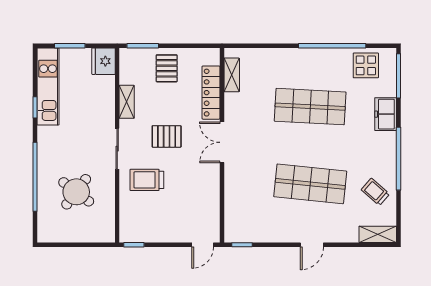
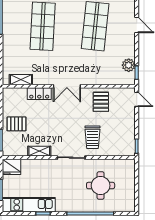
locker: (211, 93) -> (39, 94), width x0.66
pallet: (167, 136) -> (101, 102), moved
round table: (76, 192) -> (101, 186), turned -37
plant: (253, 233) -> (129, 65), added

